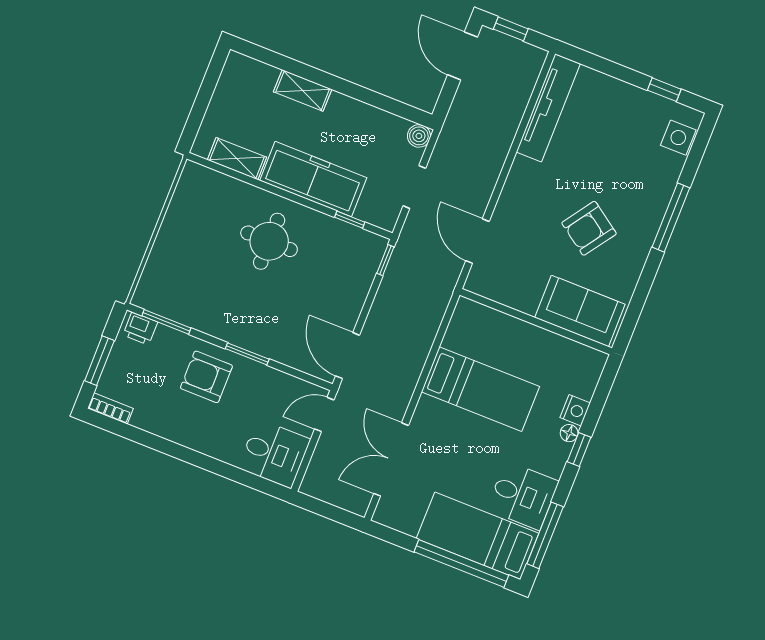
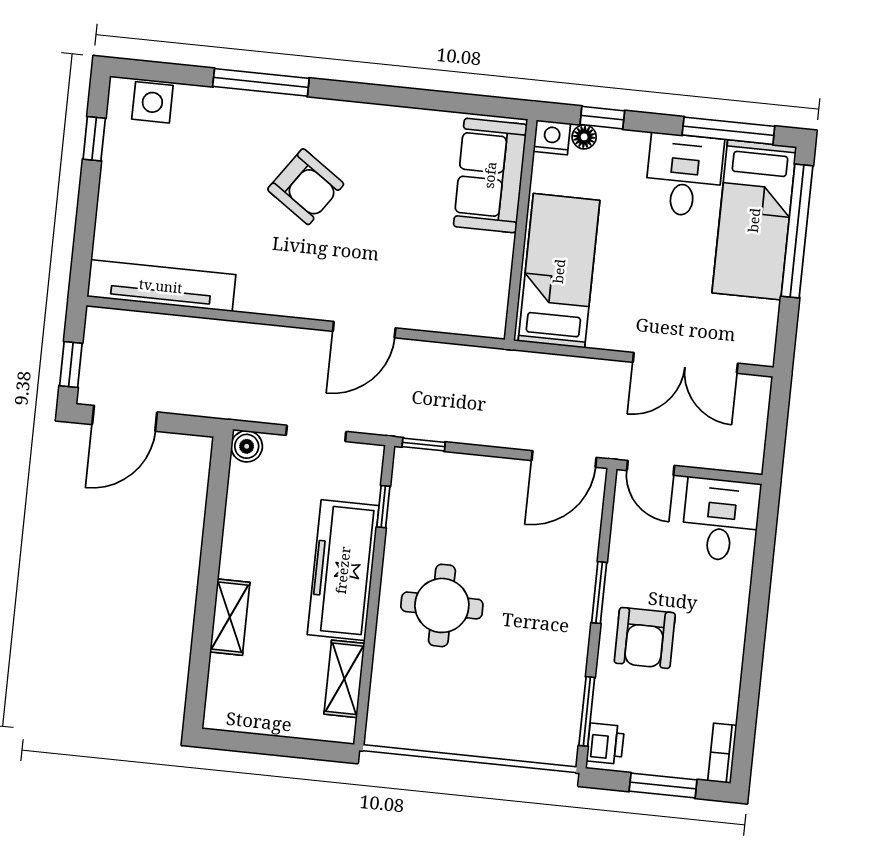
sofa: (580, 311) -> (490, 175), moved
wall: (536, 322) -> (521, 230), moved

